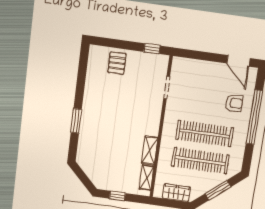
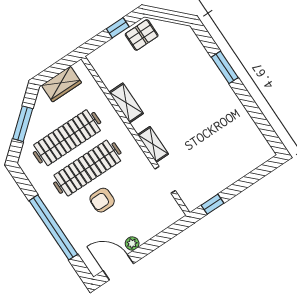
pallet: (117, 63) -> (142, 35), moved, turned 90
plant: (218, 68) -> (132, 243), added
armchair: (234, 103) -> (102, 200), moved
shelving: (147, 178) -> (153, 144), moved

